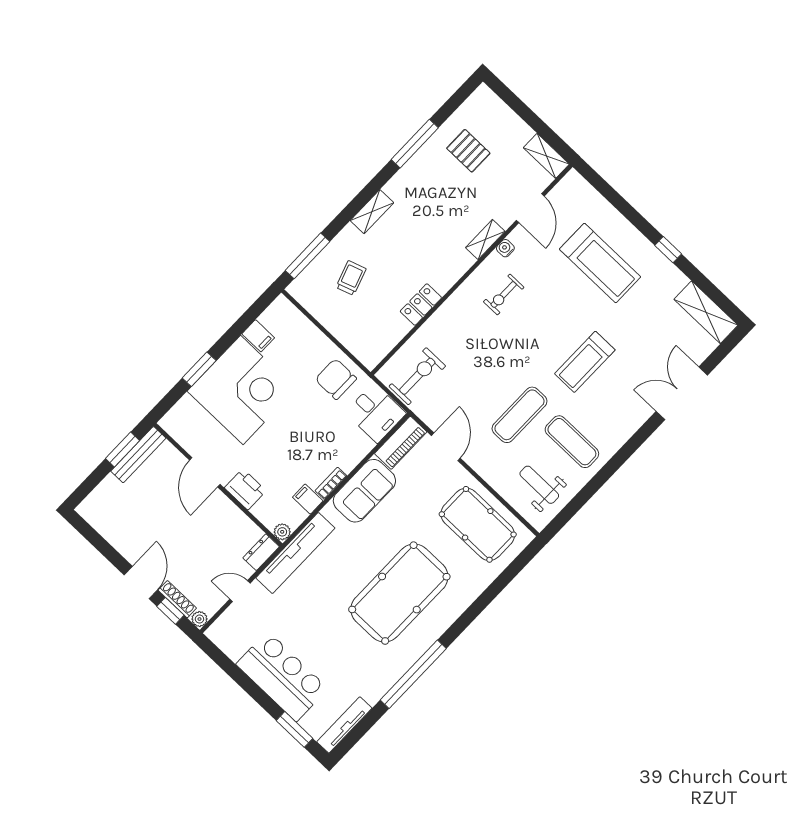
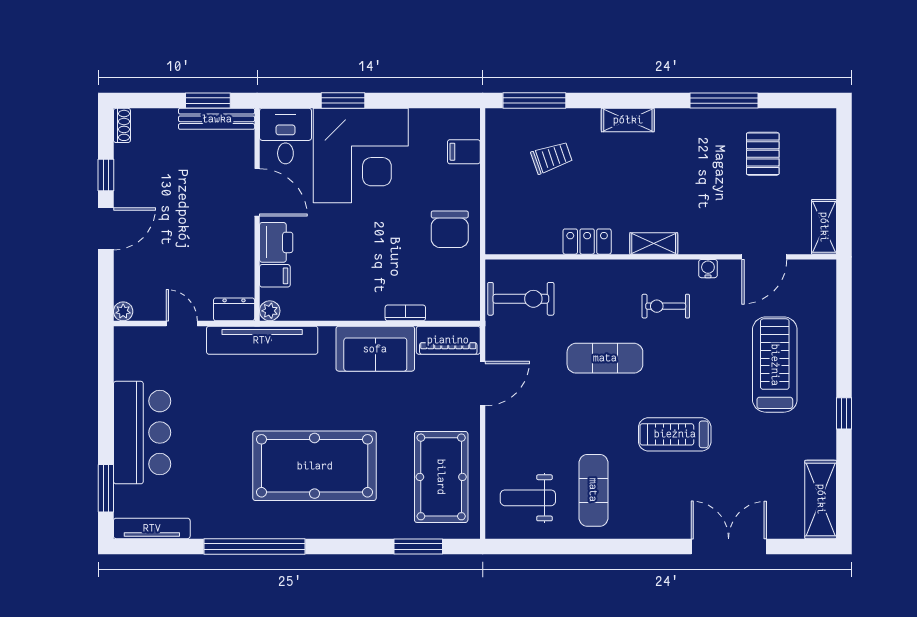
shelving: (485, 239) -> (654, 244), moved
treadmill: (600, 263) -> (775, 365), turned 180
filing cabinet: (258, 336) -> (464, 152), moved, turned 90
chair: (336, 379) -> (450, 229), turned 180
desk: (376, 413) -> (285, 136), moved, turned 180
exercise mat: (520, 415) -> (605, 358), moved
door: (205, 472) -> (257, 192), swing flipped
bookcase: (331, 483) -> (405, 313), moved
weight bench: (539, 485) -> (528, 498), turned -90
filing cabinet: (308, 499) -> (275, 276), moved, turned 90
window: (506, 577) -> (418, 546), added
shoe rack: (177, 599) -> (122, 125), moved, width x0.70
window: (170, 611) -> (106, 175), moved

